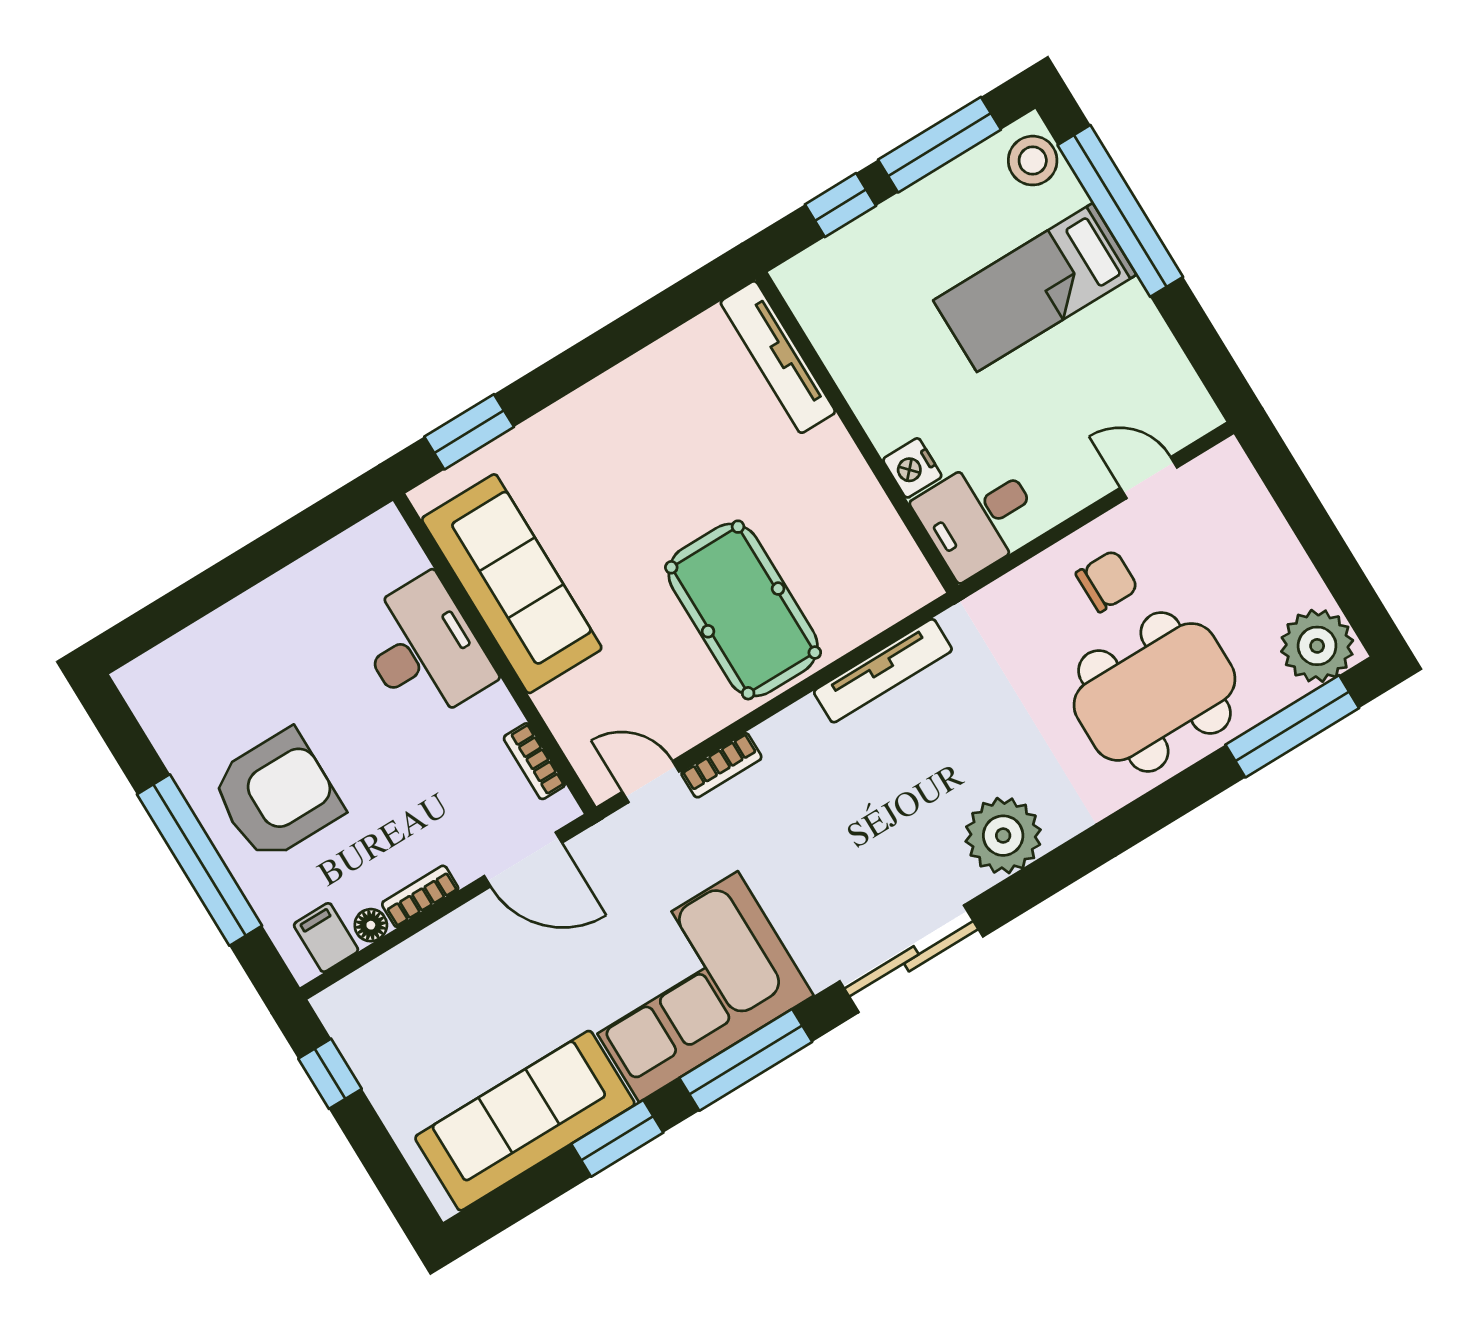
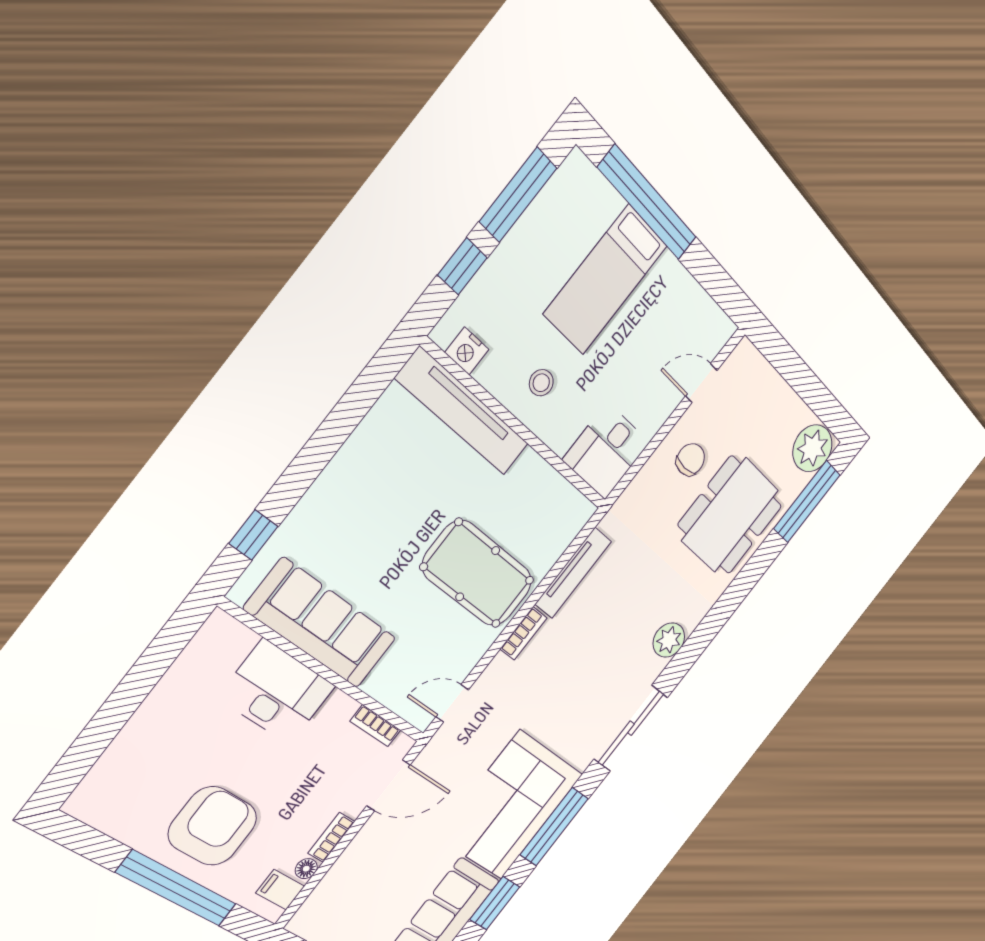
stool: (1033, 161) -> (541, 383), moved, width x0.73, depth x0.73
tv unit: (778, 357) -> (463, 412), width x1.36, depth x1.29
window: (469, 432) -> (253, 535), width x0.67
nightstand: (912, 468) -> (467, 351), moved
bookcase: (721, 765) -> (524, 633), moved
plant: (1003, 836) -> (669, 640), width x0.73, depth x0.73

